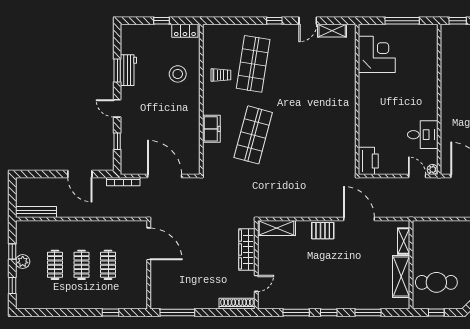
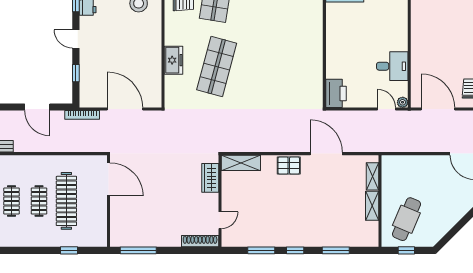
wardrobe: (247, 249) -> (210, 178), width x0.67
clothes rail: (108, 265) -> (66, 201), width x1.86, depth x1.31
shelving: (401, 276) -> (372, 206), width x0.67, depth x0.75
cafe table: (436, 282) -> (406, 219), turned -67

